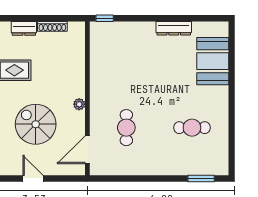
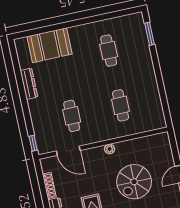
cafe table: (126, 69) -> (72, 116), added
cafe table: (126, 128) -> (121, 105), turned 90
door: (87, 150) -> (68, 151), moved

